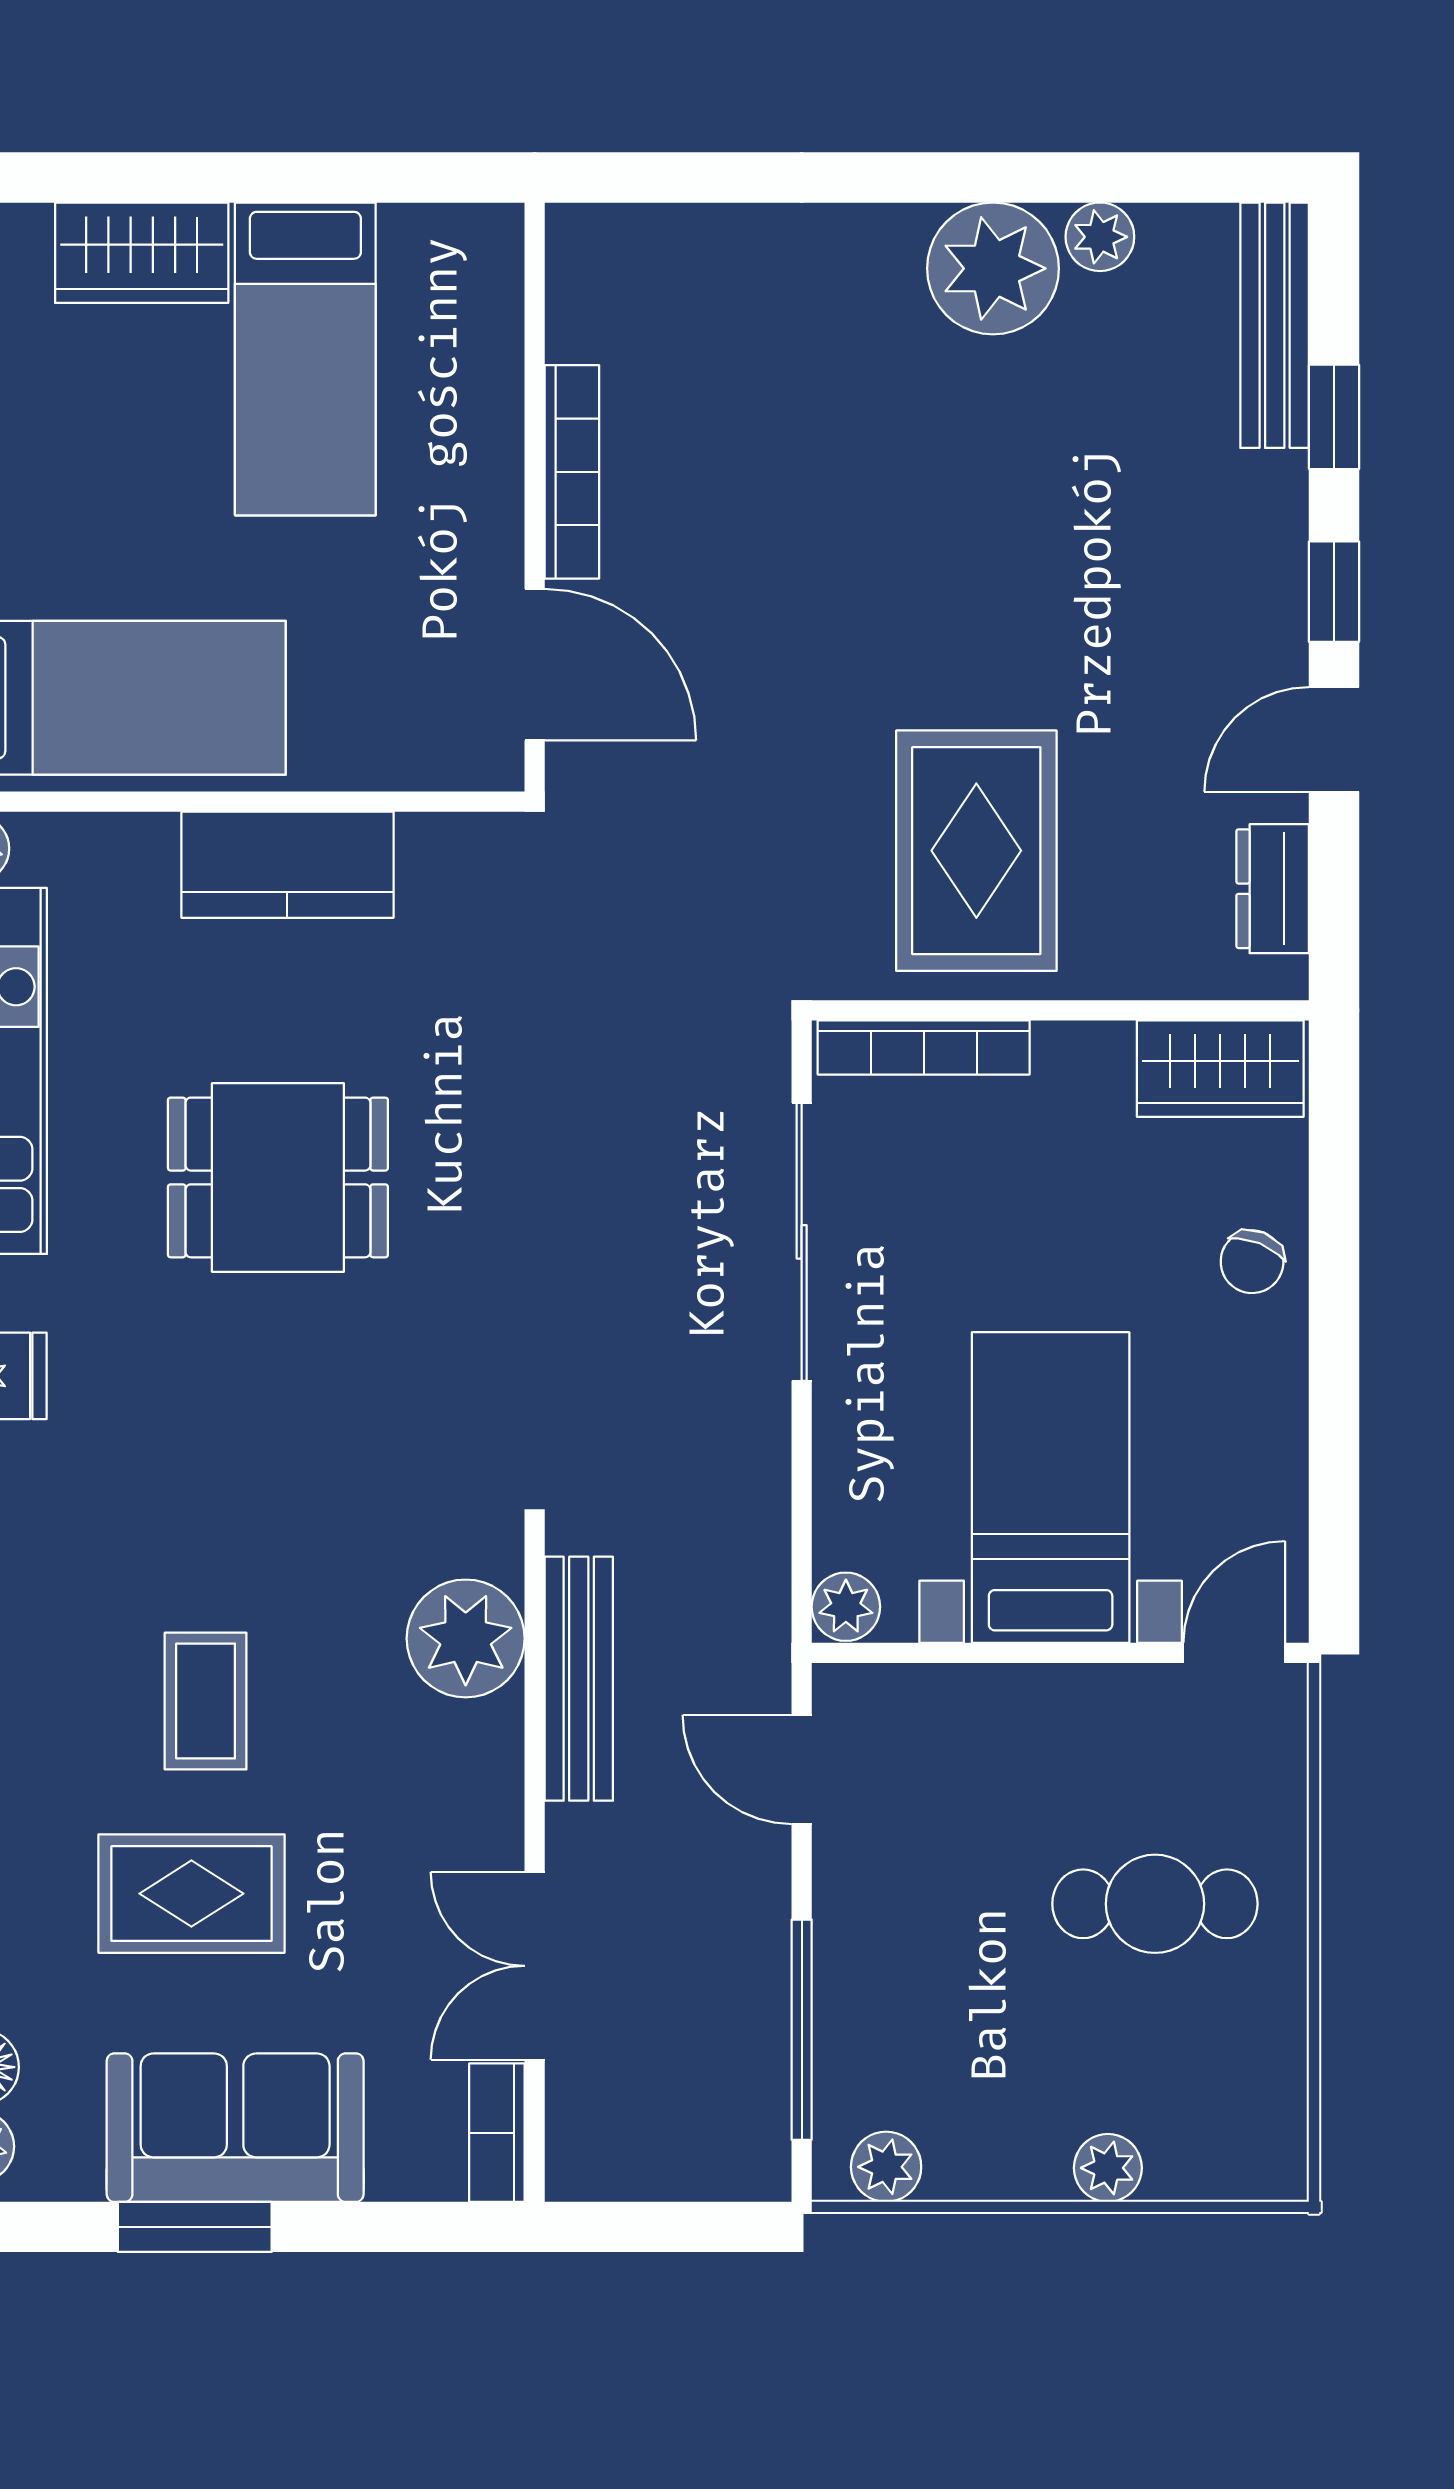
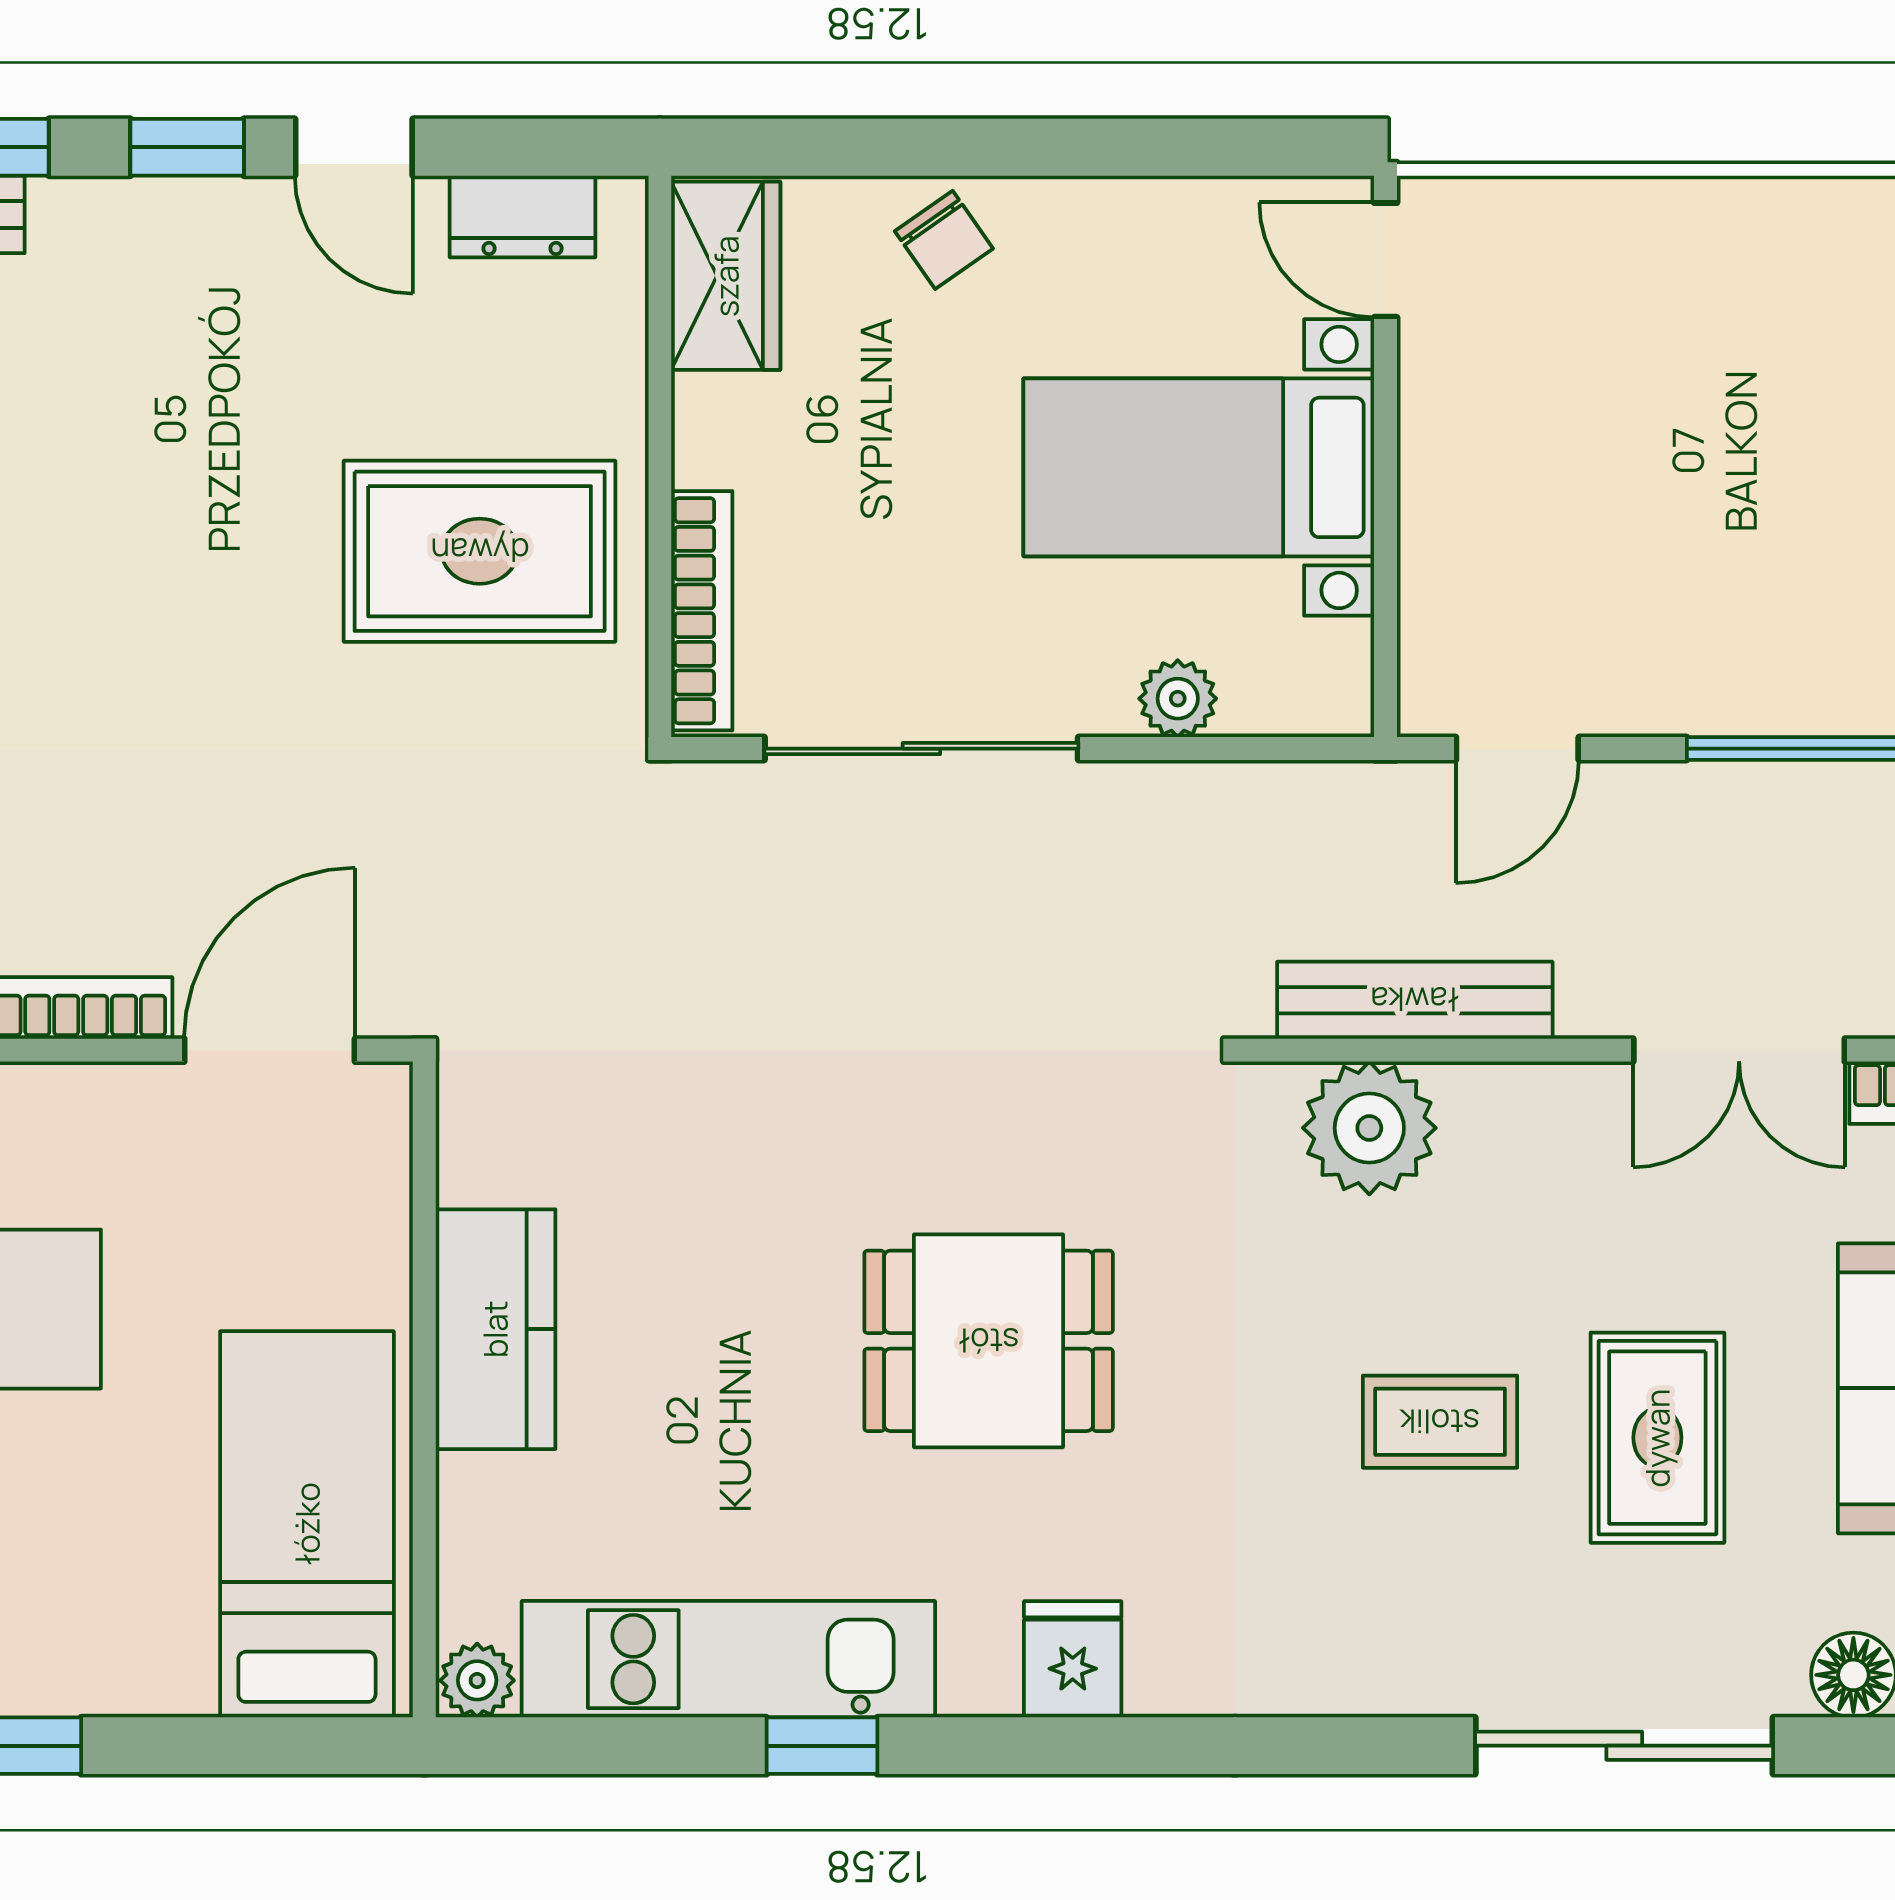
dining table: (278, 1177) -> (989, 1341), moved, turned 90
chair: (1252, 1262) -> (944, 240), turned 33
plant: (846, 1607) -> (1178, 699), moved
cafe table: (1155, 1904) -> (1669, 349), removed

